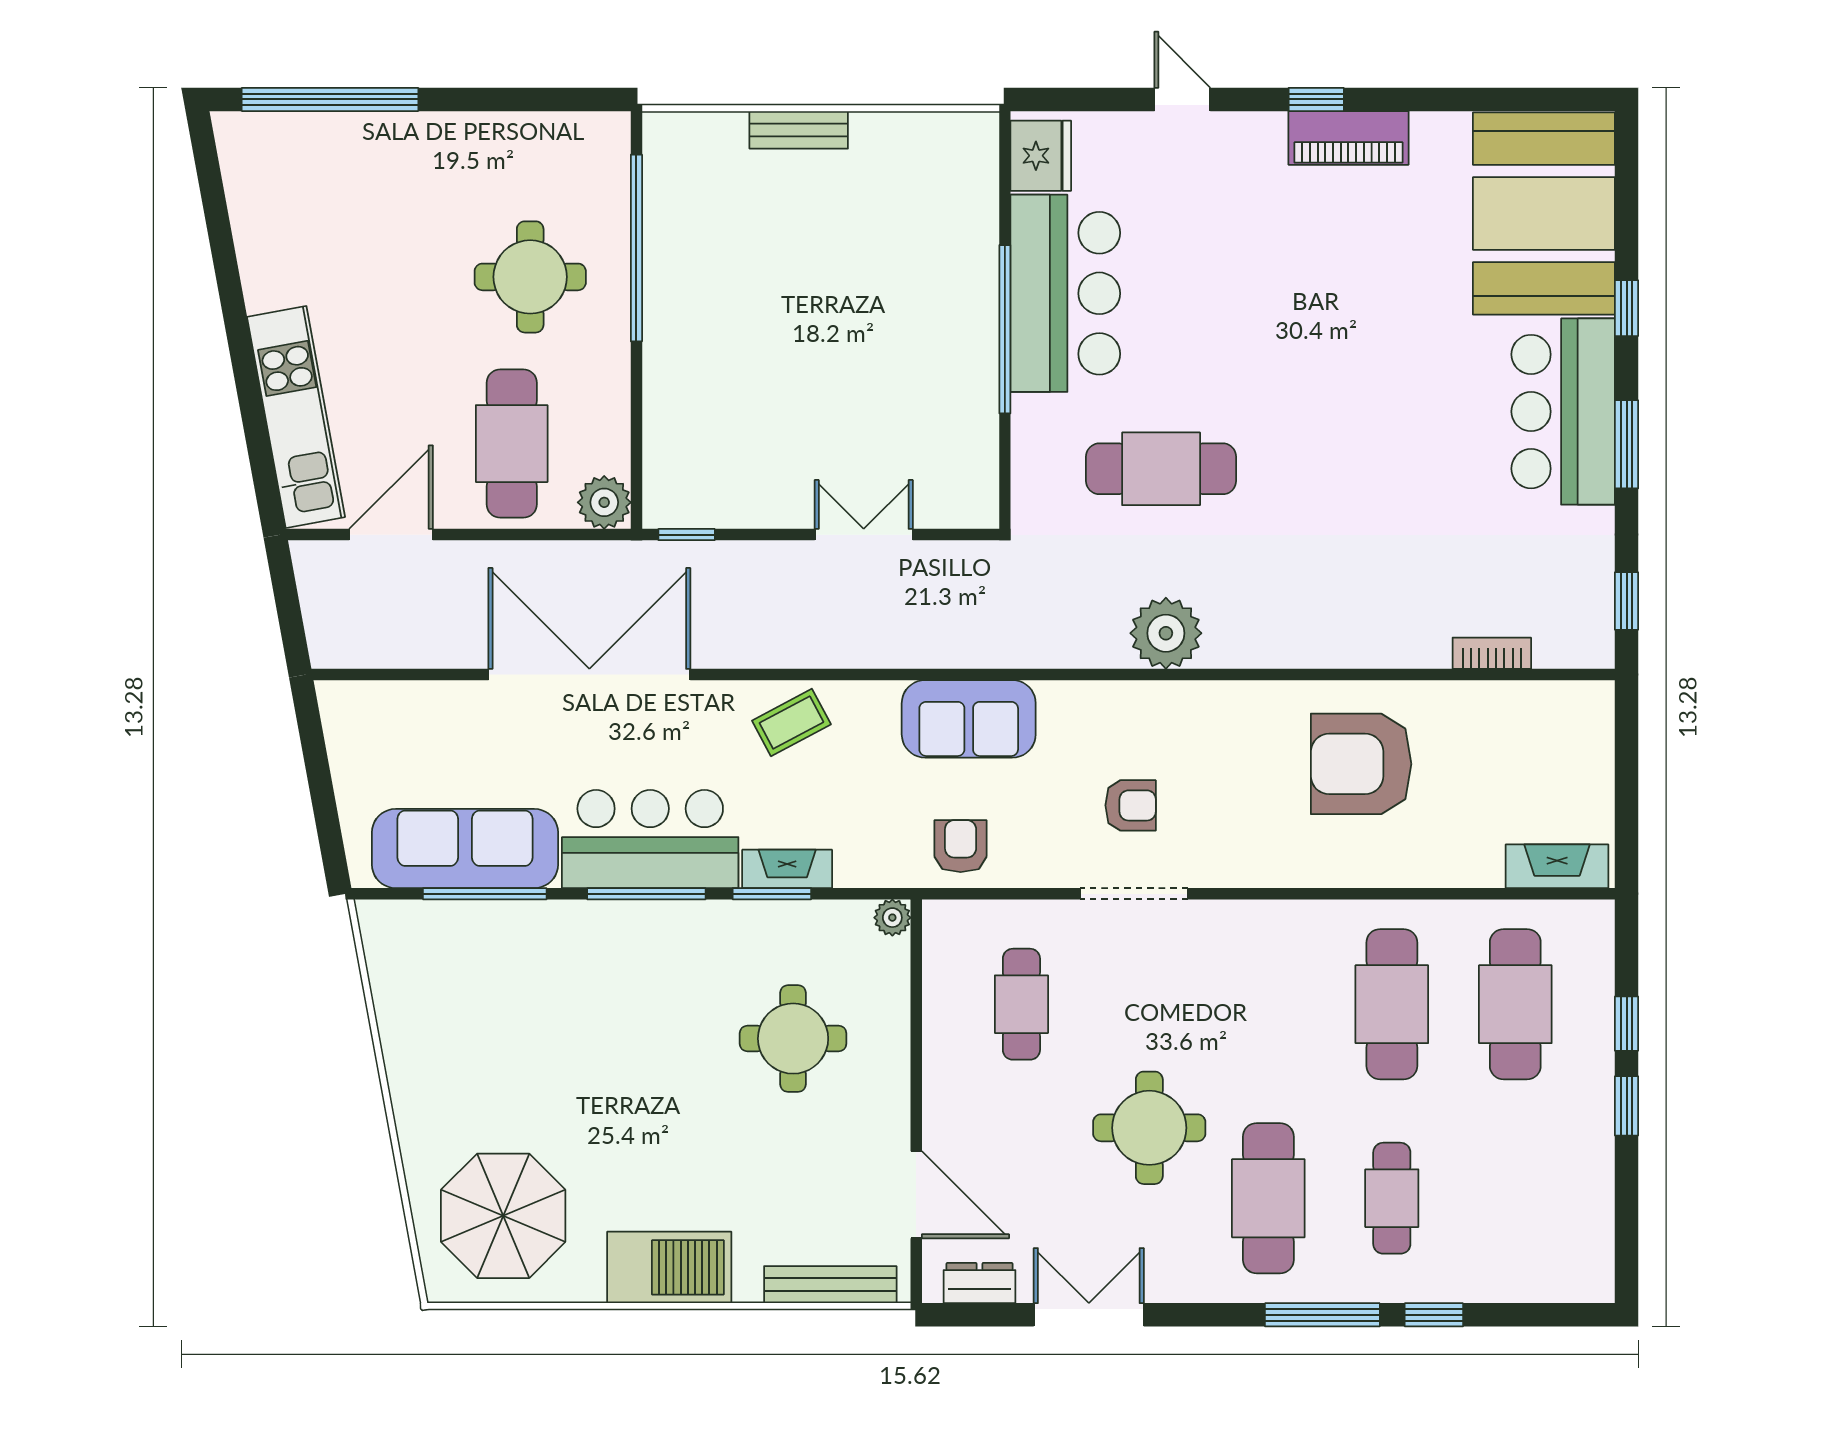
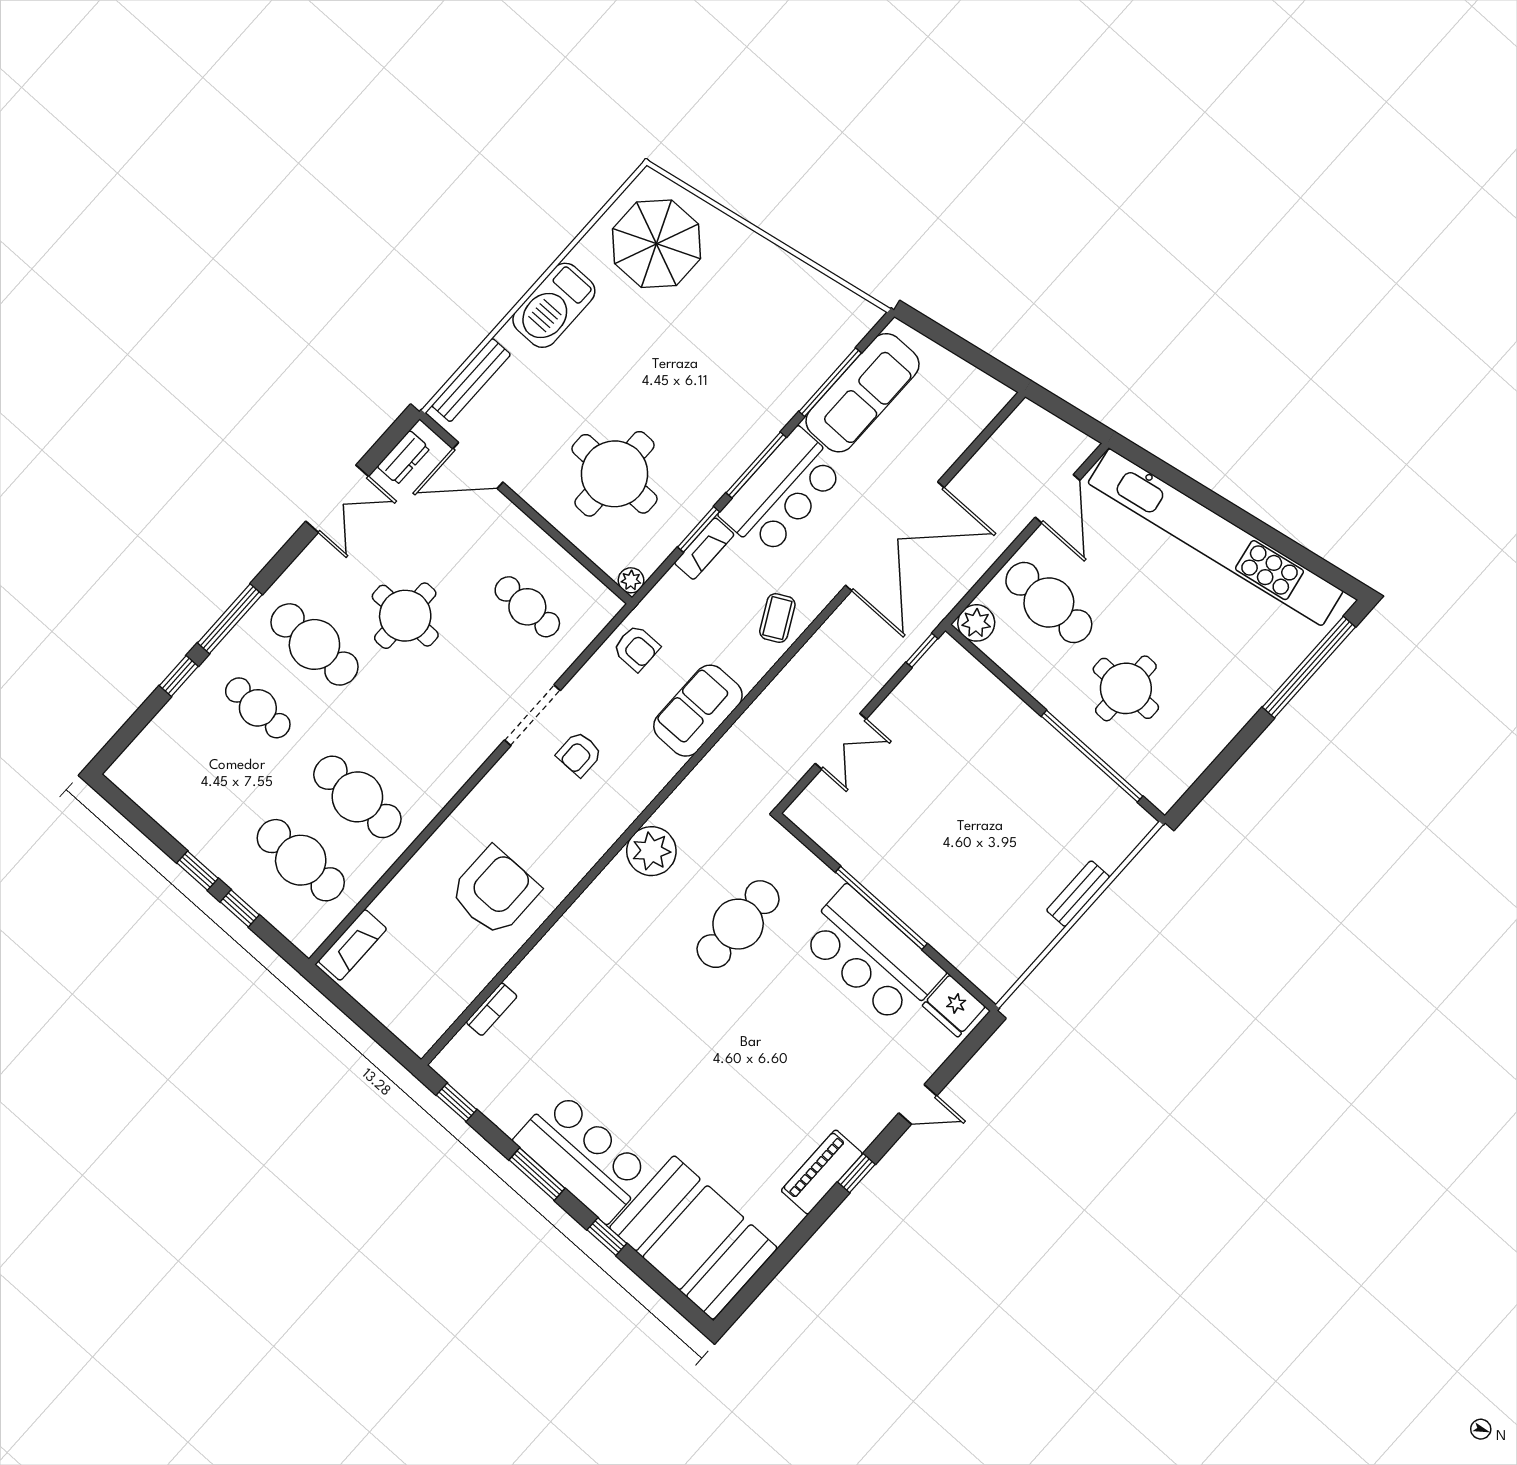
kitchen unit: (296, 417) -> (1216, 537), width x1.86
round table: (793, 1039) -> (614, 474), width x1.36, depth x1.36

